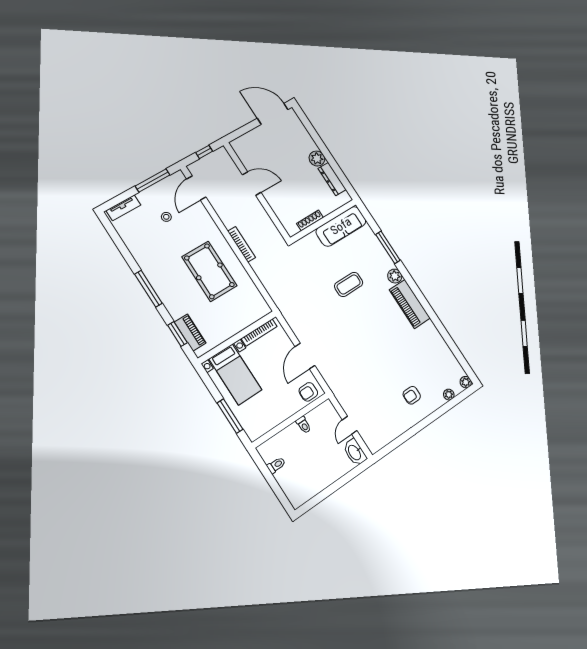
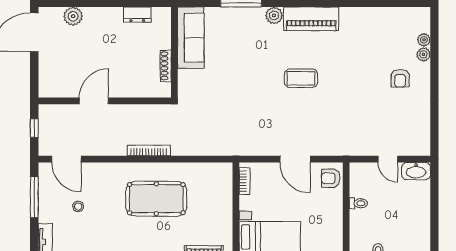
plant: (317, 159) -> (73, 16), moved
dresser: (332, 179) -> (137, 15), width x0.70
coffee table: (349, 284) -> (301, 78), moved, turned 90
bookcase: (259, 332) -> (245, 181), width x0.64
plant: (466, 382) -> (423, 54), moved
armchair: (308, 392) -> (331, 178), turned 90

